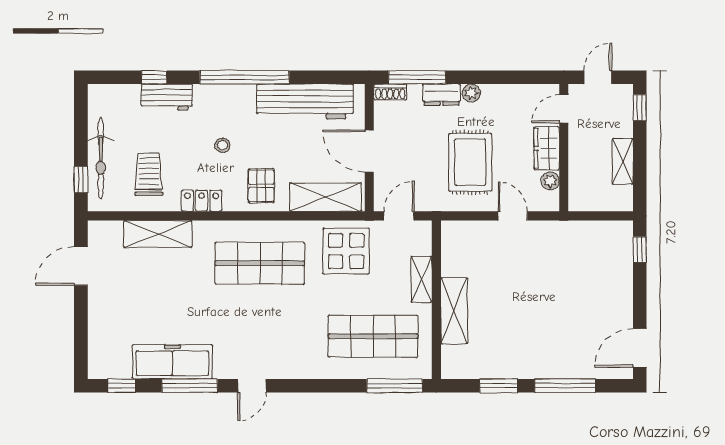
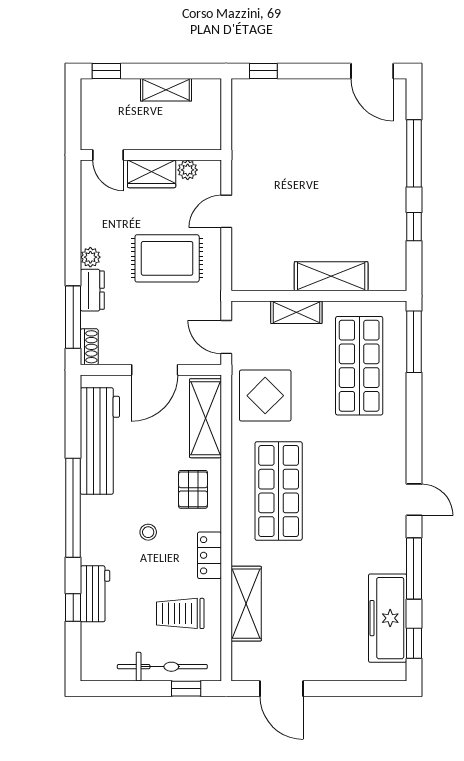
door: (598, 77) -> (73, 117), removed
pallet: (261, 186) -> (193, 489), turned 90
freezer: (172, 362) -> (388, 618), moved
window: (499, 386) -> (414, 227), width x0.67

